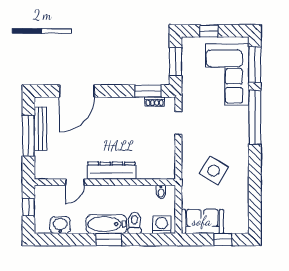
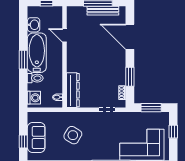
window: (148, 91) -> (130, 77), moved
dresser: (111, 171) -> (73, 90), moved
sofa: (202, 221) -> (36, 137), moved
bathtub: (106, 224) -> (37, 53), width x1.36, depth x1.36

